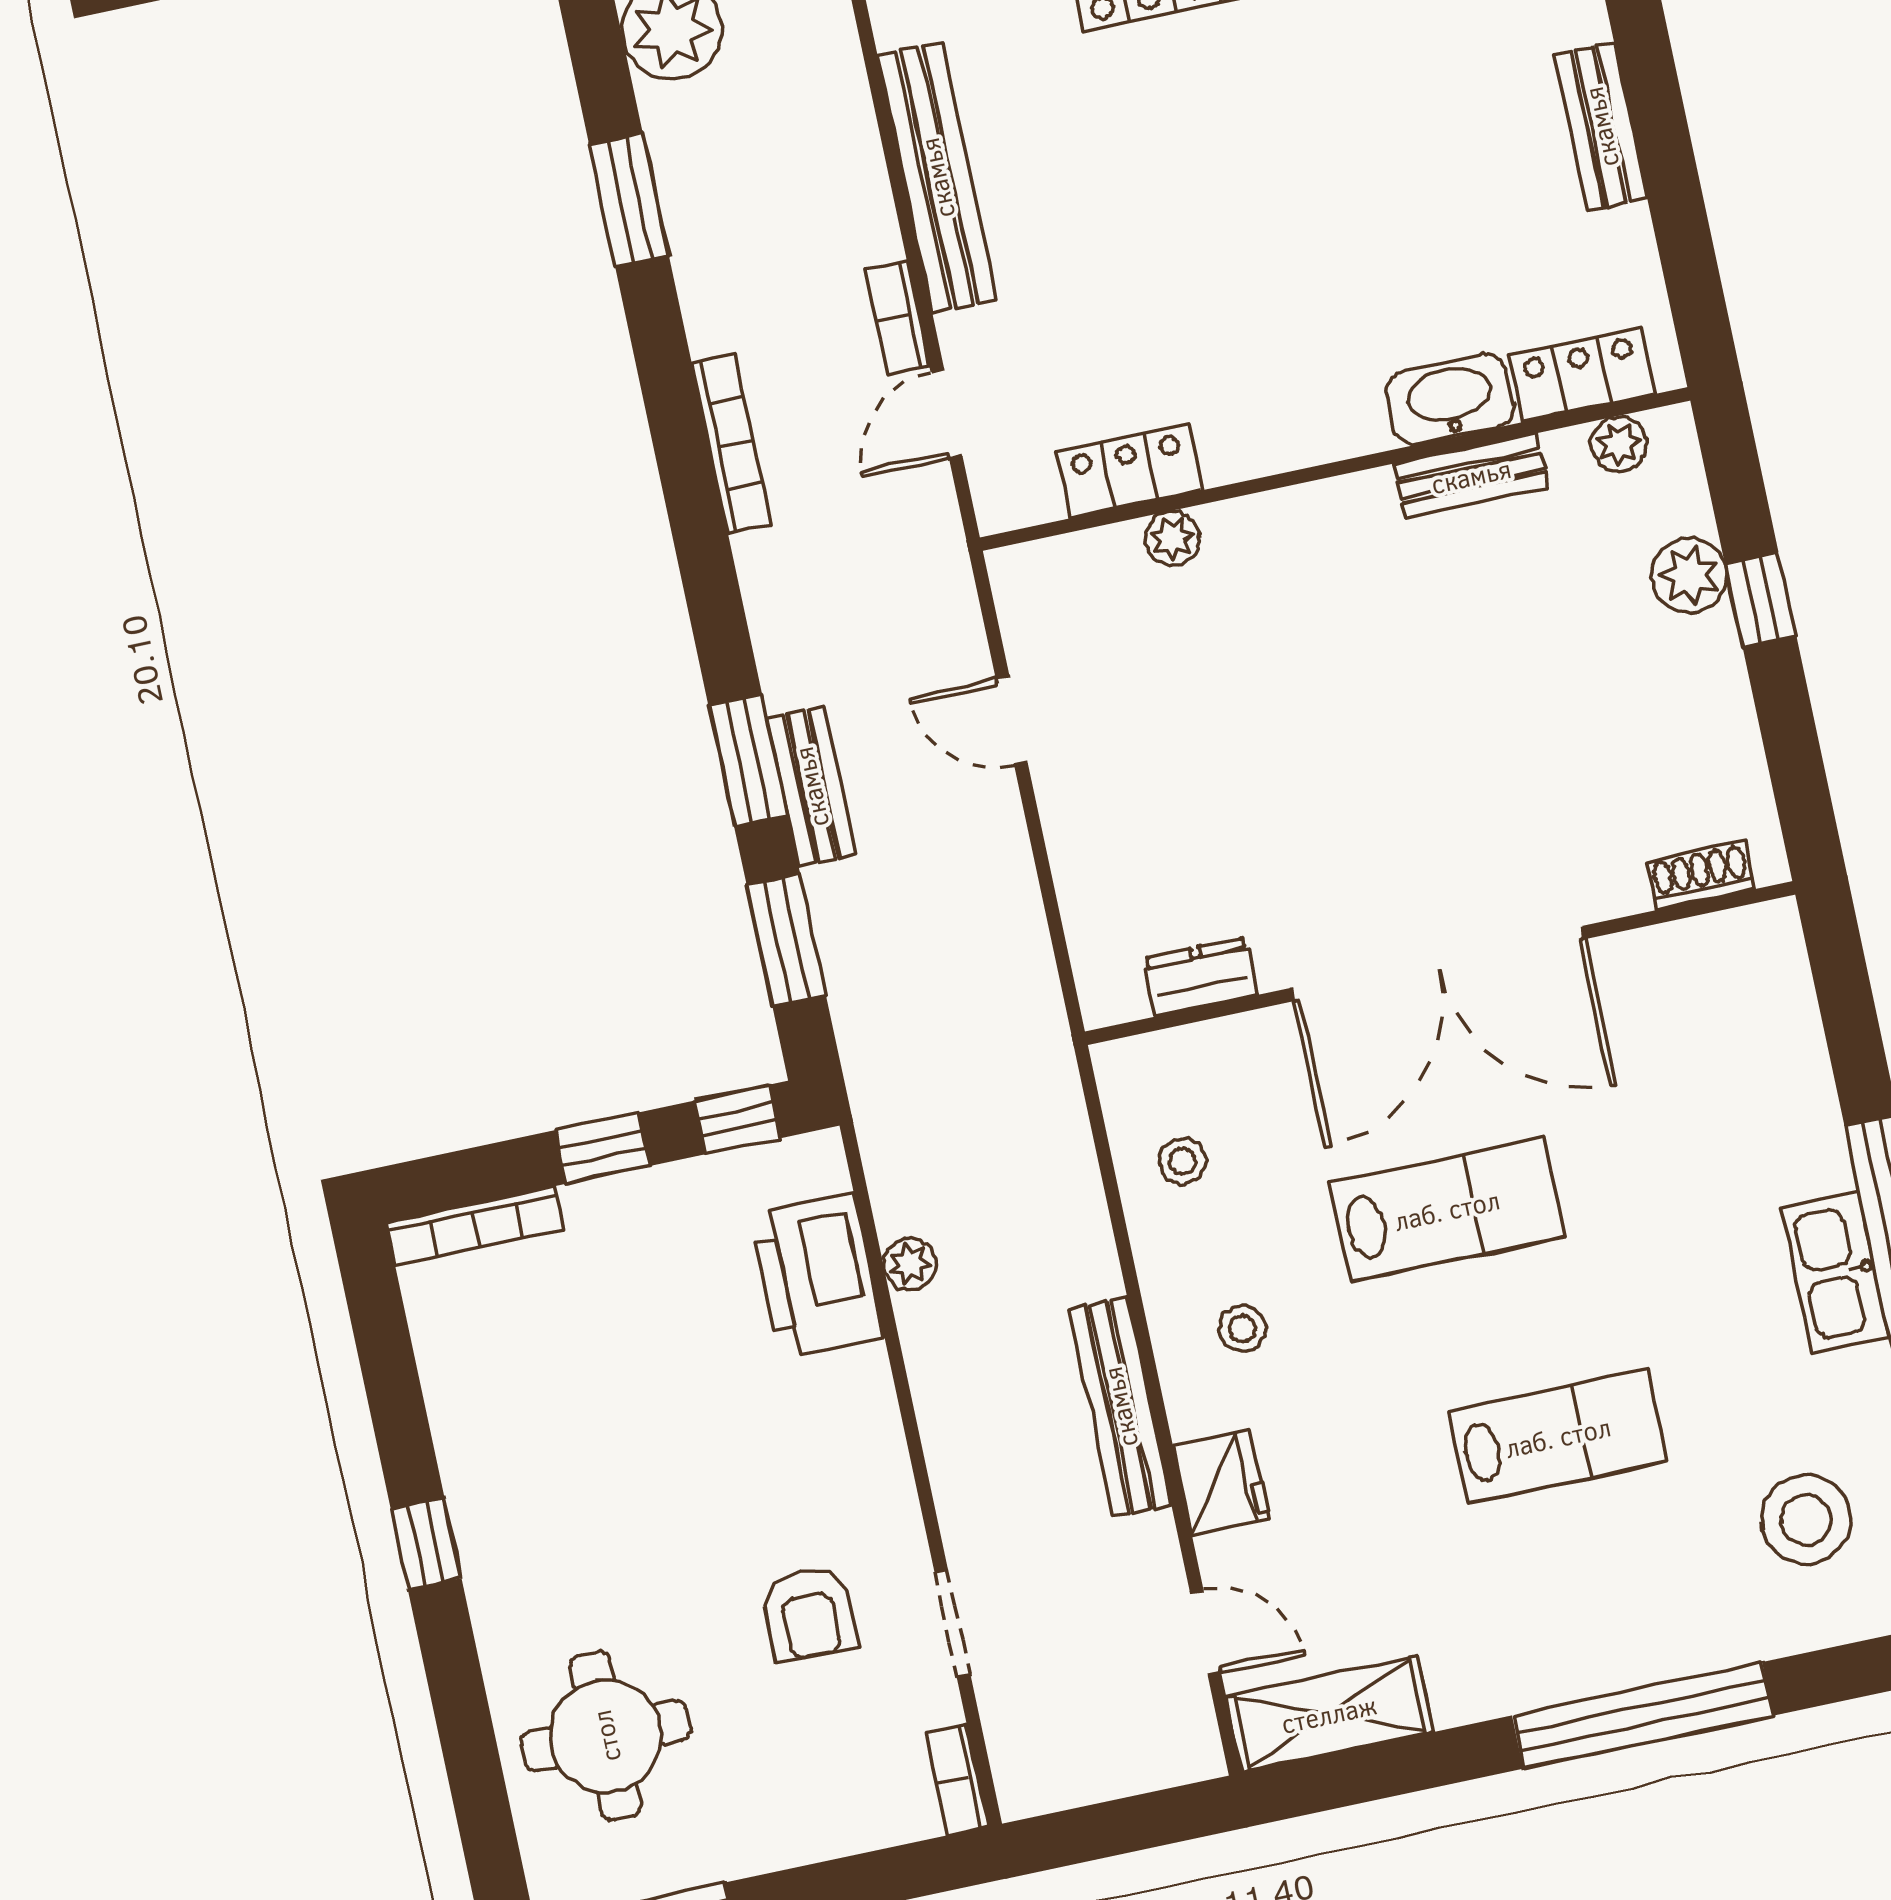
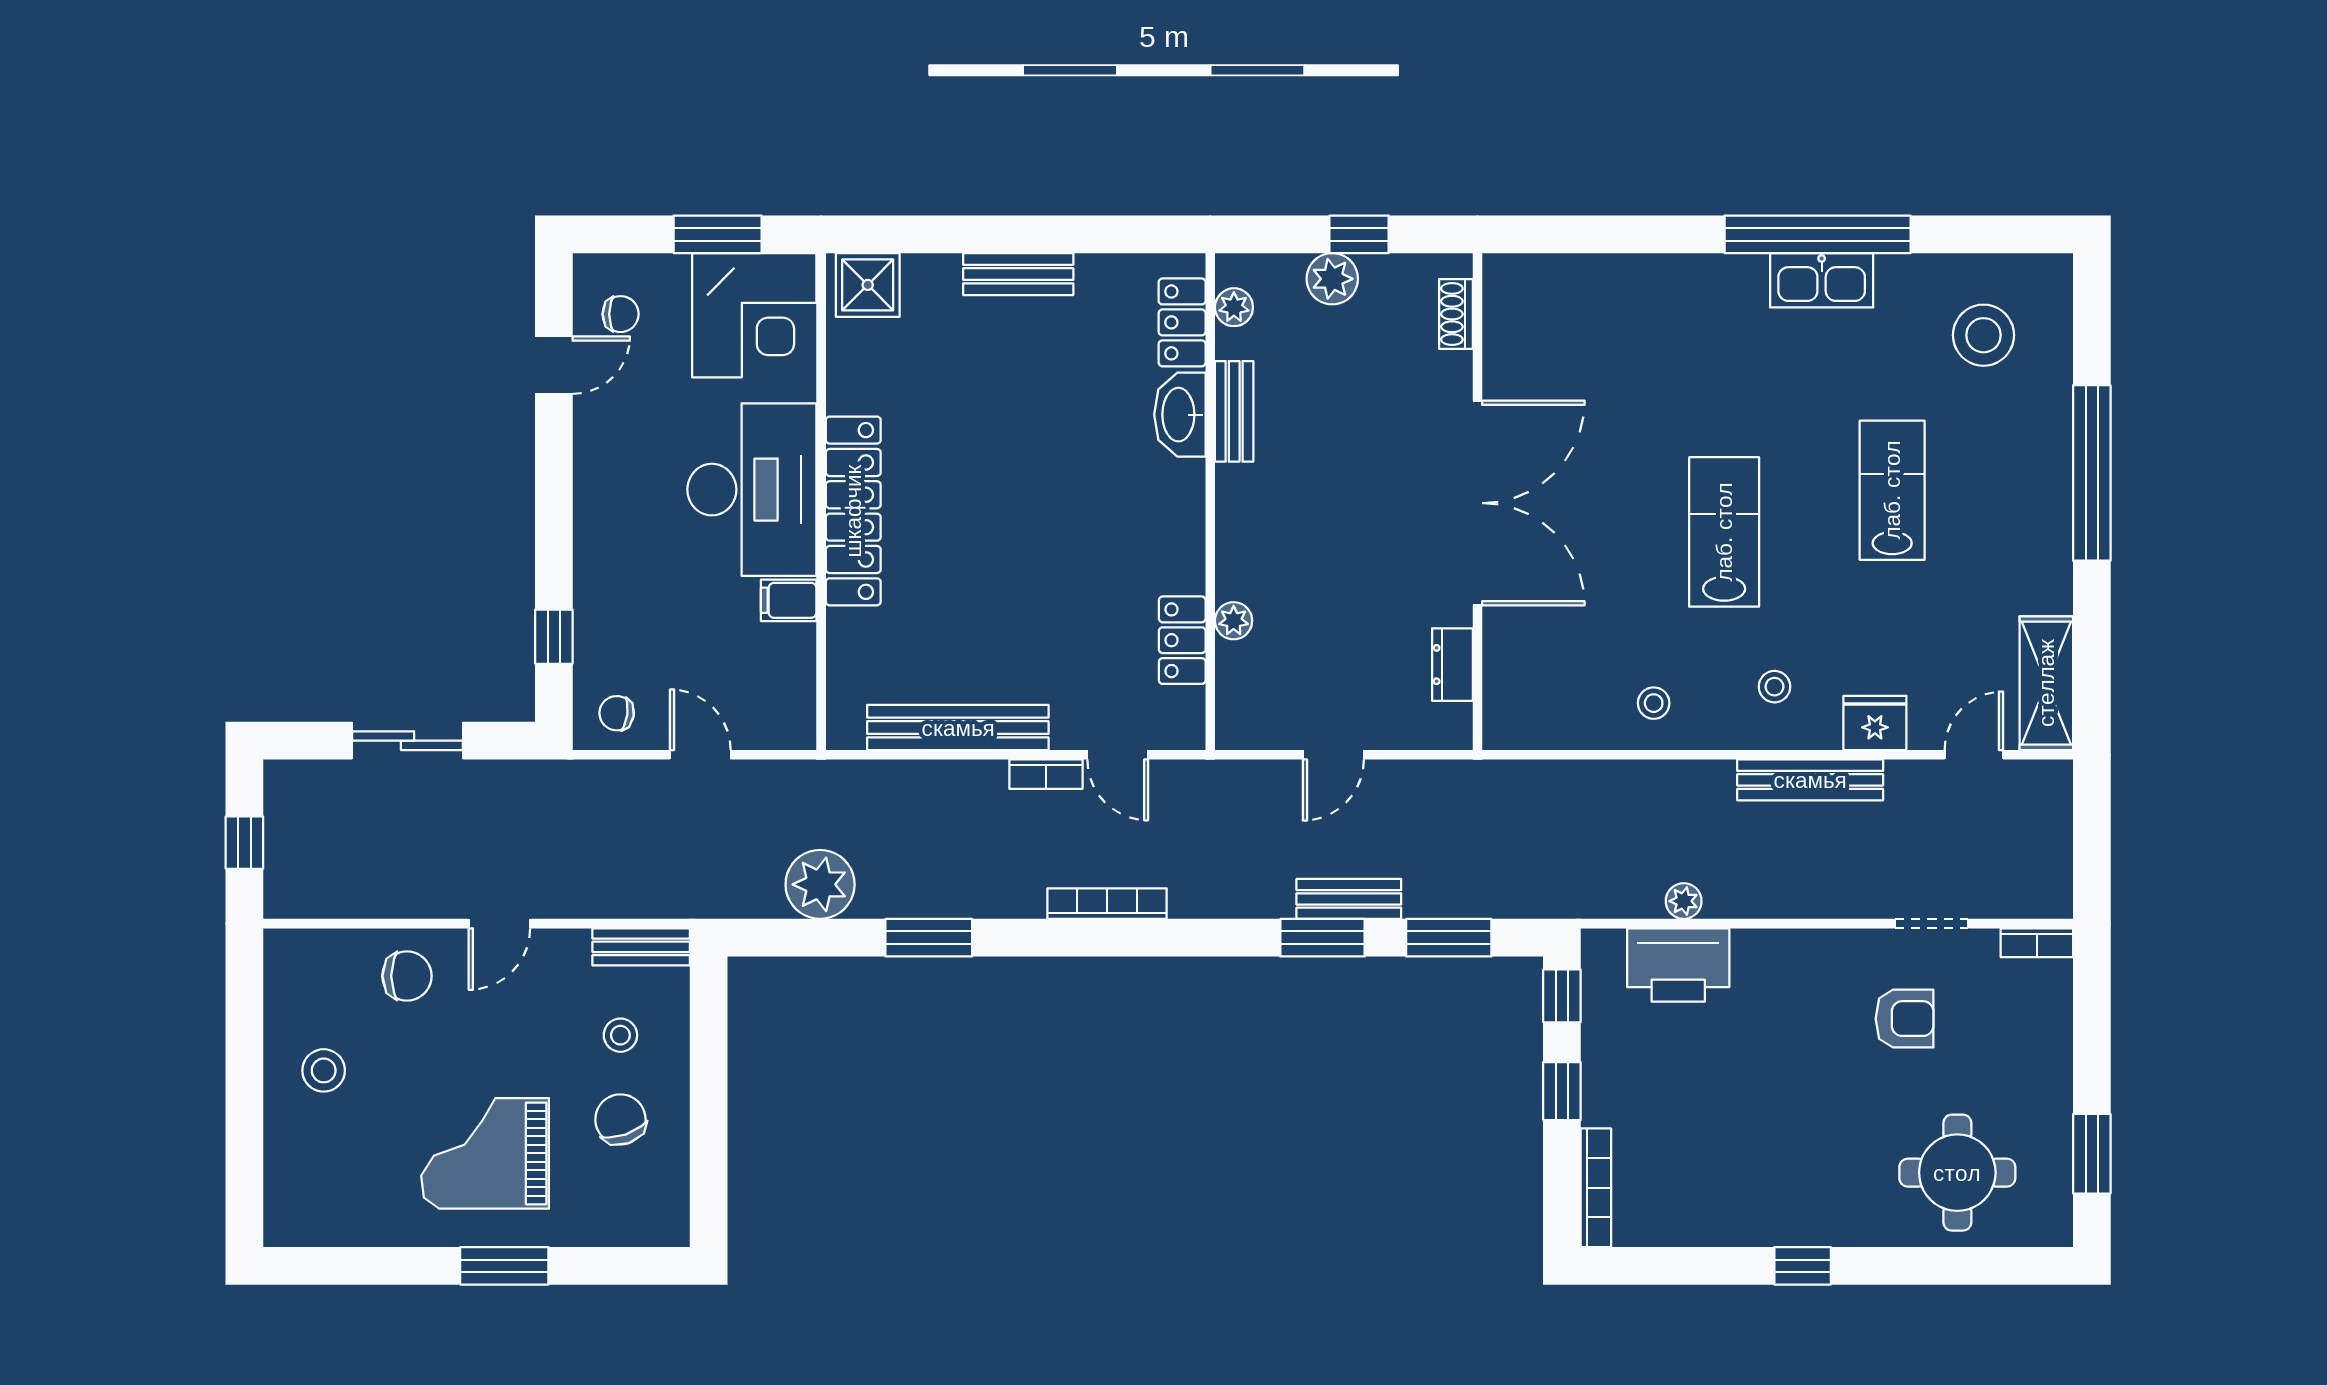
shoe rack: (1701, 876) -> (1456, 314), moved
double door: (1438, 963) -> (1478, 503), moved
wall: (1440, 963) -> (1478, 502), moved
dresser: (1200, 977) -> (1452, 665), moved

